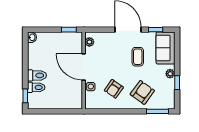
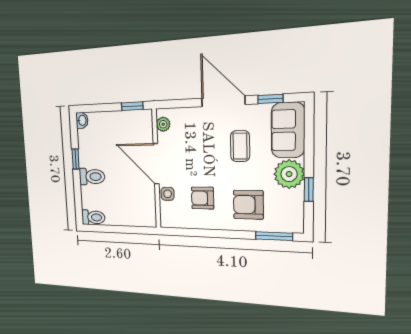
plant: (170, 74) -> (289, 174), width x1.88, depth x1.88
toilet: (36, 87) -> (93, 217), moved
armchair: (114, 89) -> (203, 198), turned 55
armchair: (142, 92) -> (248, 205), turned -126
window: (25, 96) -> (76, 159), moved

